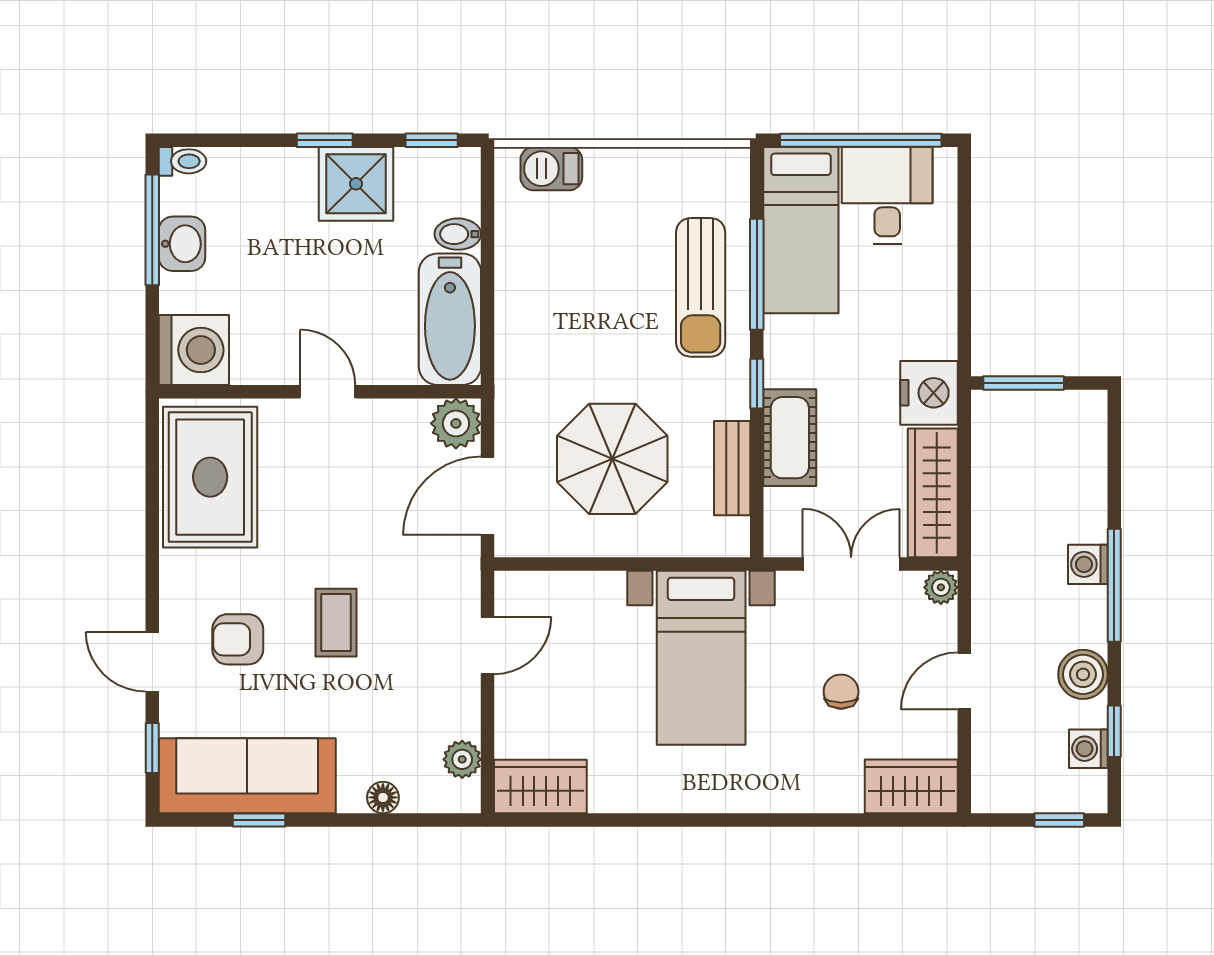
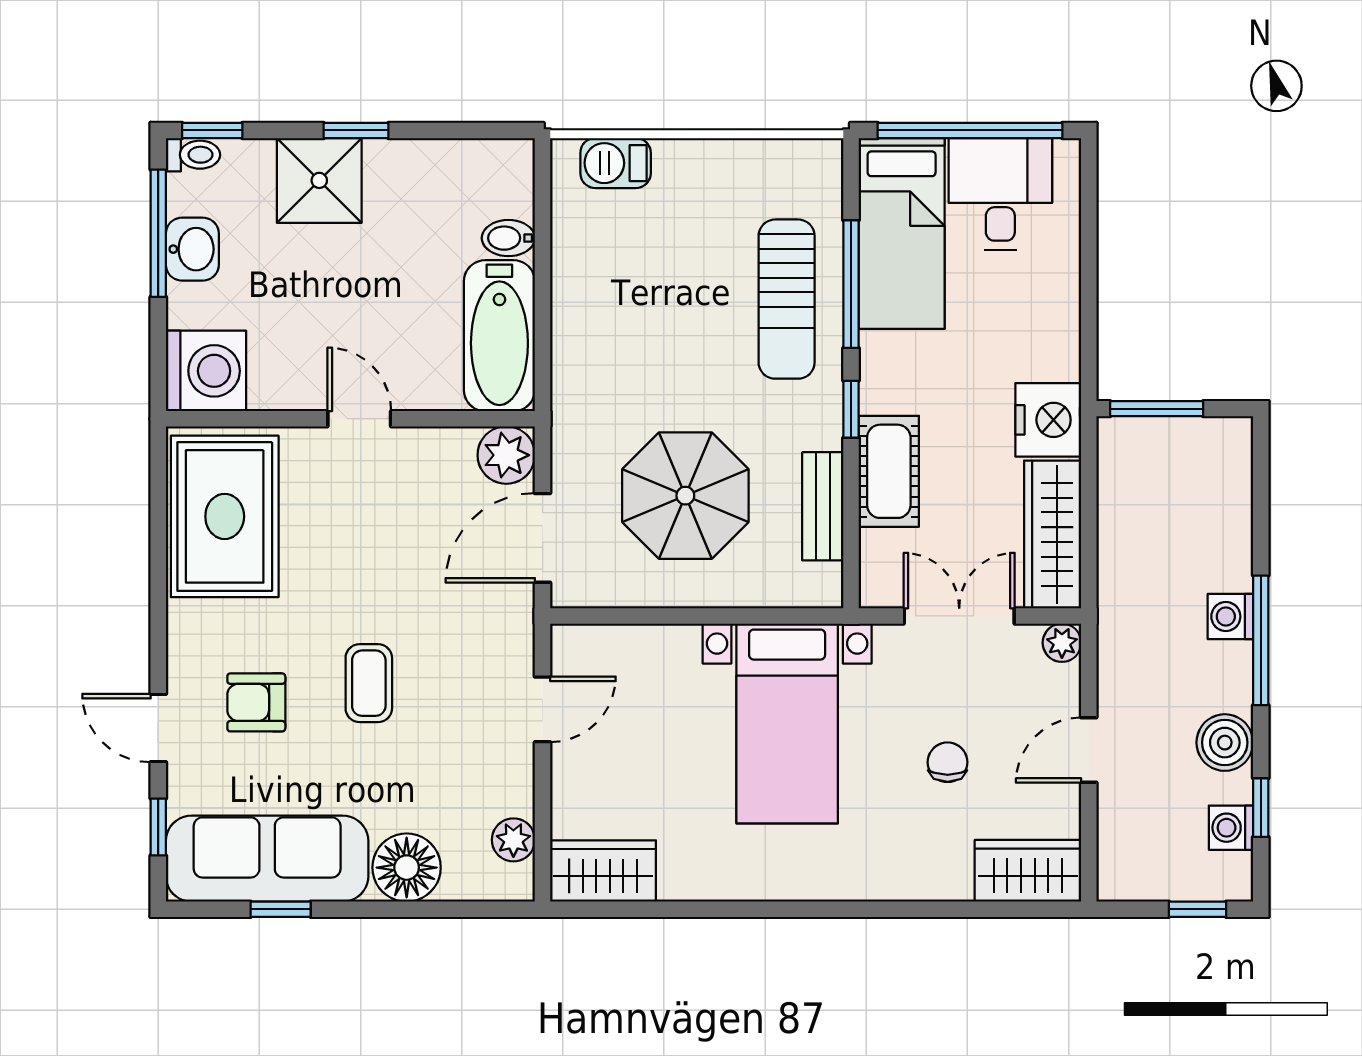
window: (432, 140) -> (212, 130), moved
shower: (356, 184) -> (319, 180), moved
floor lamp: (383, 797) -> (407, 868), width x1.89, depth x1.89

